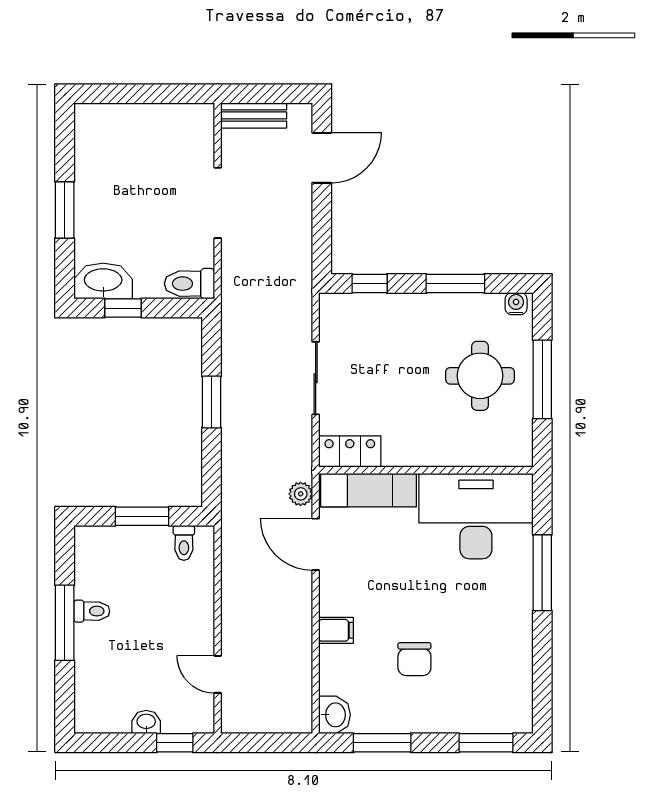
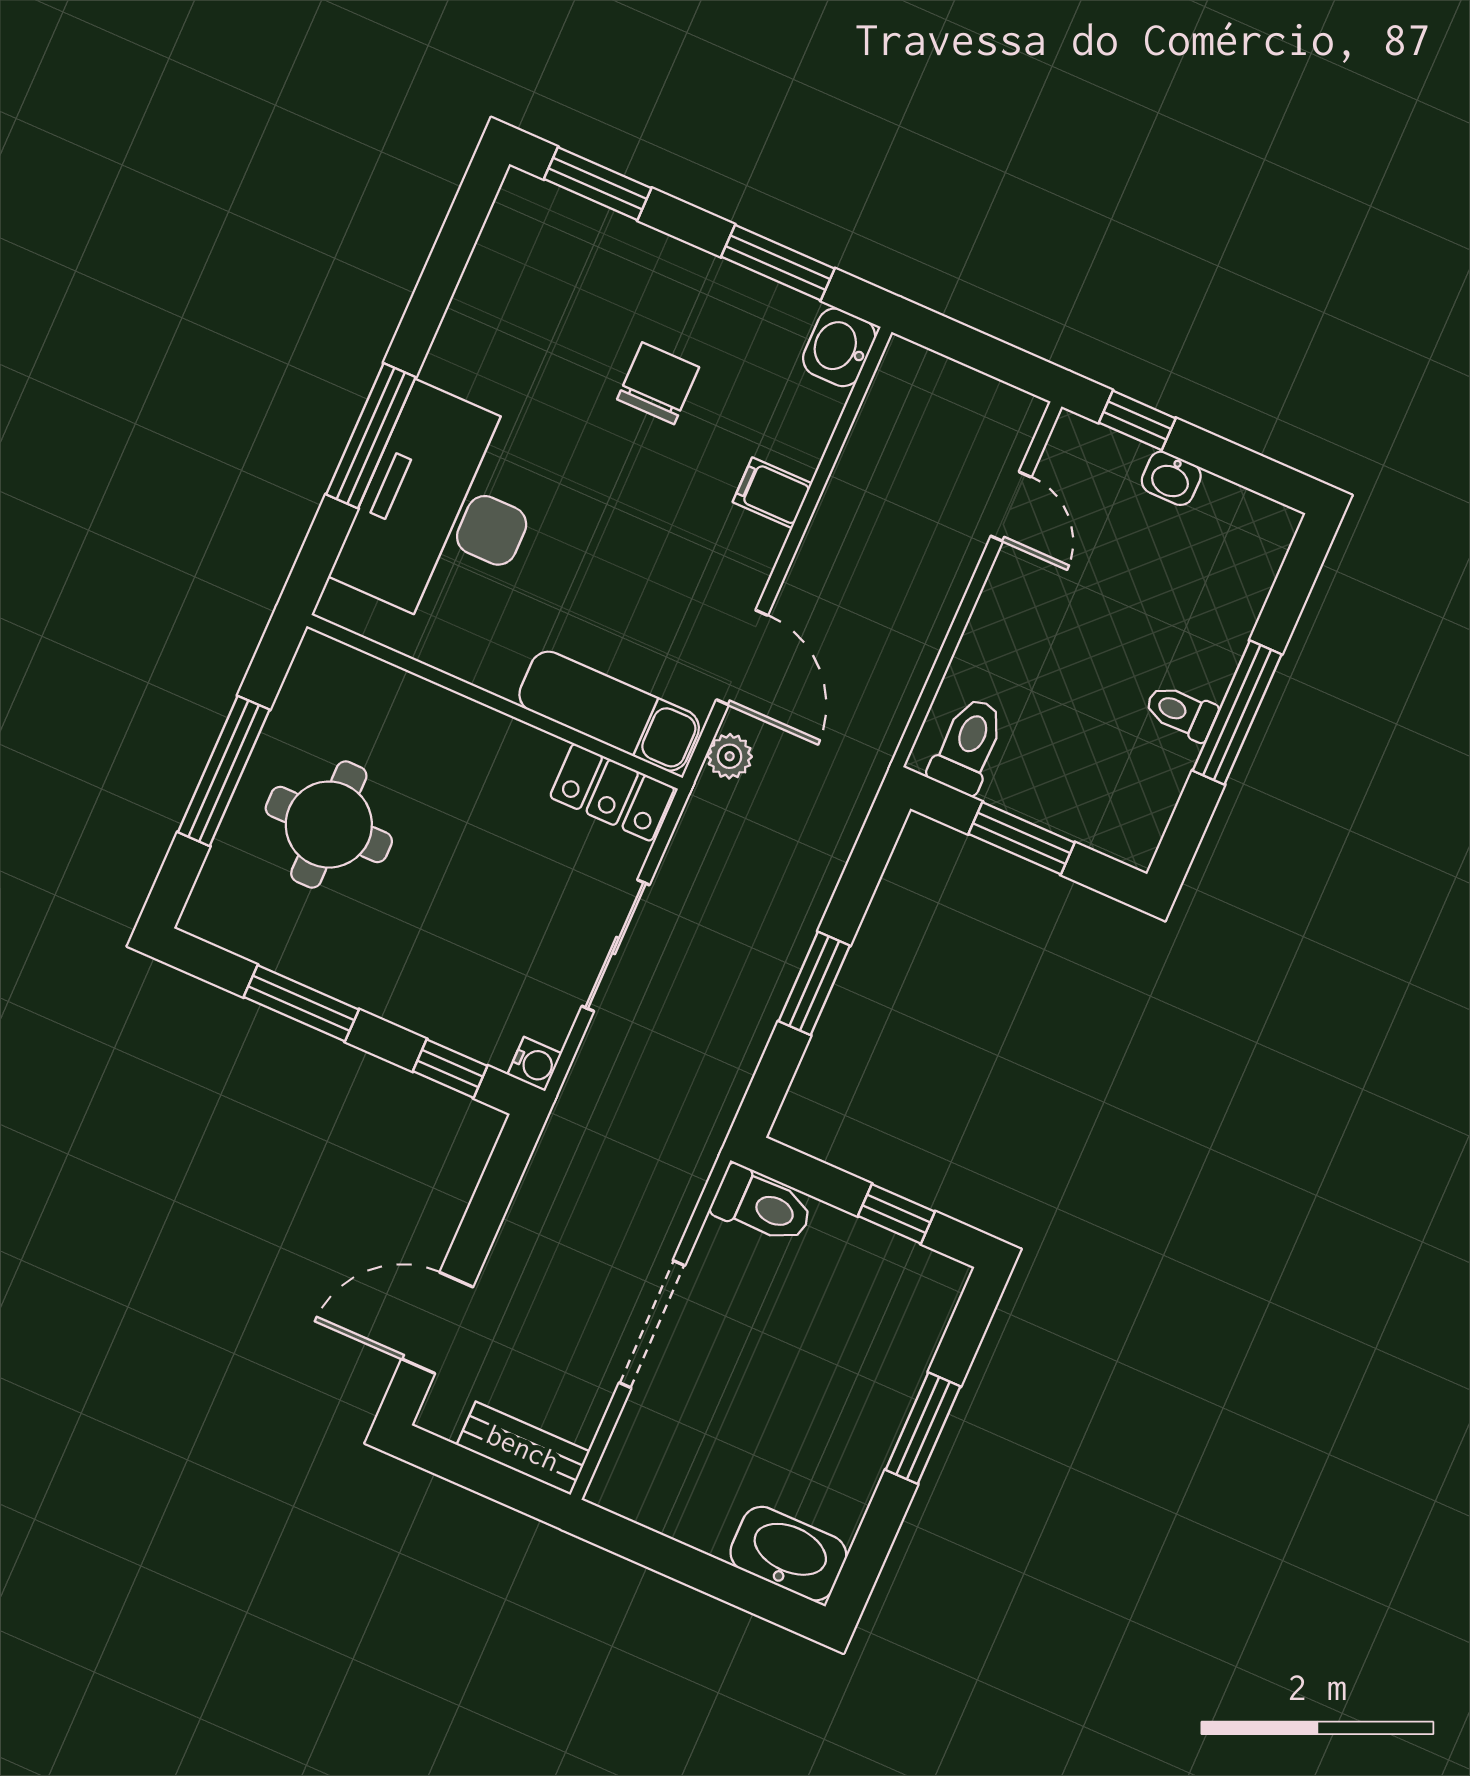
washbasin: (103, 281) -> (788, 1554), moved, turned 180
water cooler: (516, 304) -> (535, 1064), moved, turned -90
desk: (476, 516) -> (446, 510), moved, turned 90
toilet: (184, 543) -> (968, 745), width x1.37, depth x1.39

